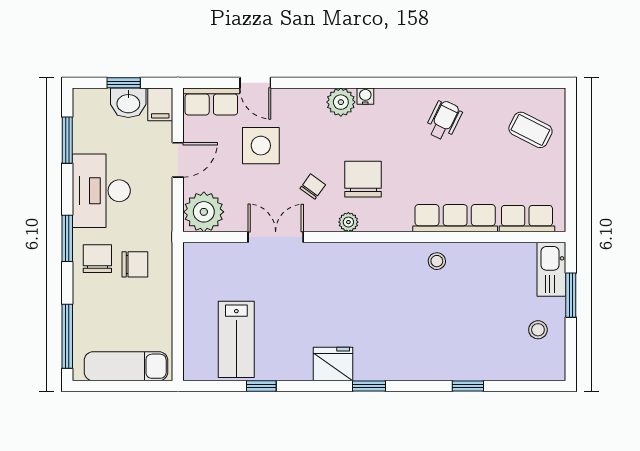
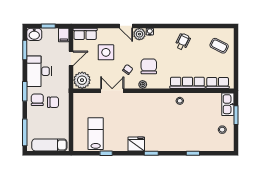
door: (255, 83) -> (126, 26), moved
washbasin: (128, 103) -> (34, 34), moved
lab bench: (236, 339) -> (96, 134), turned 180

